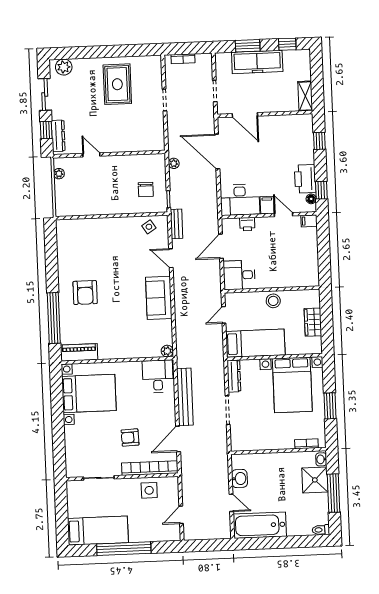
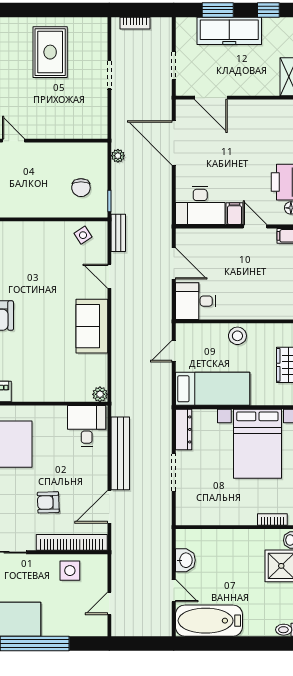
printer: (247, 224) -> (208, 237), removed
door: (221, 246) -> (174, 264), swing flipped

